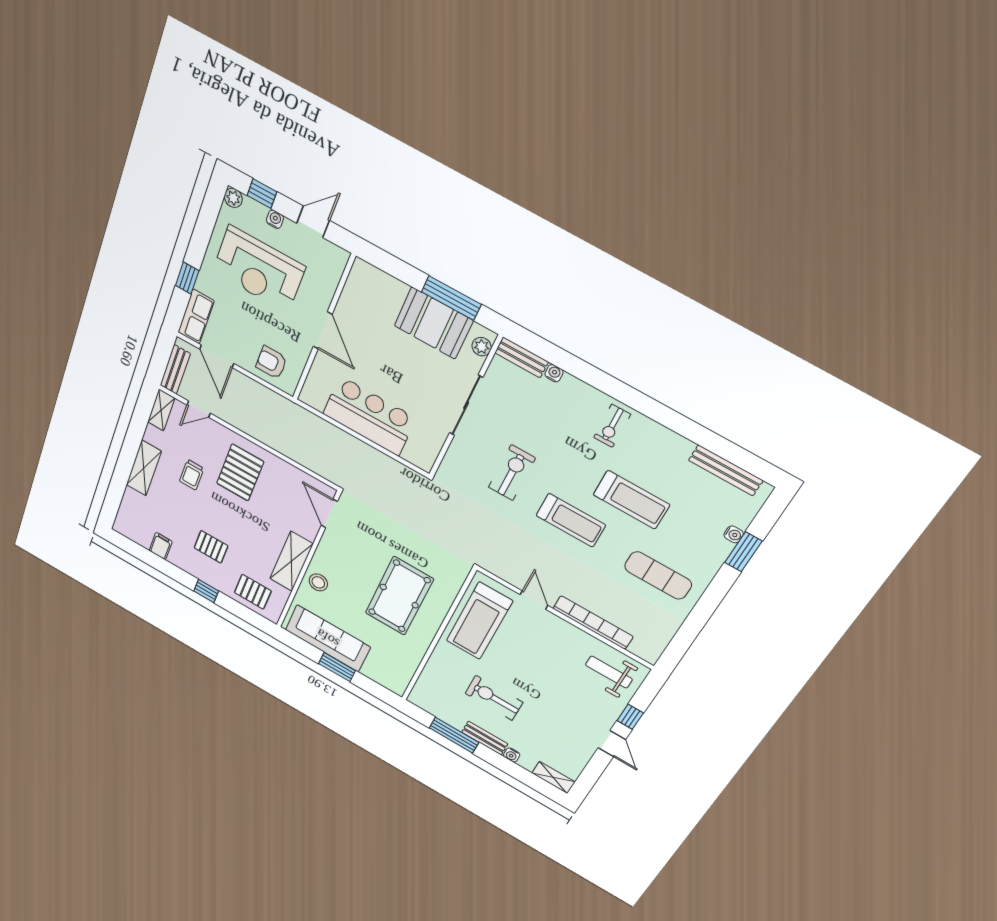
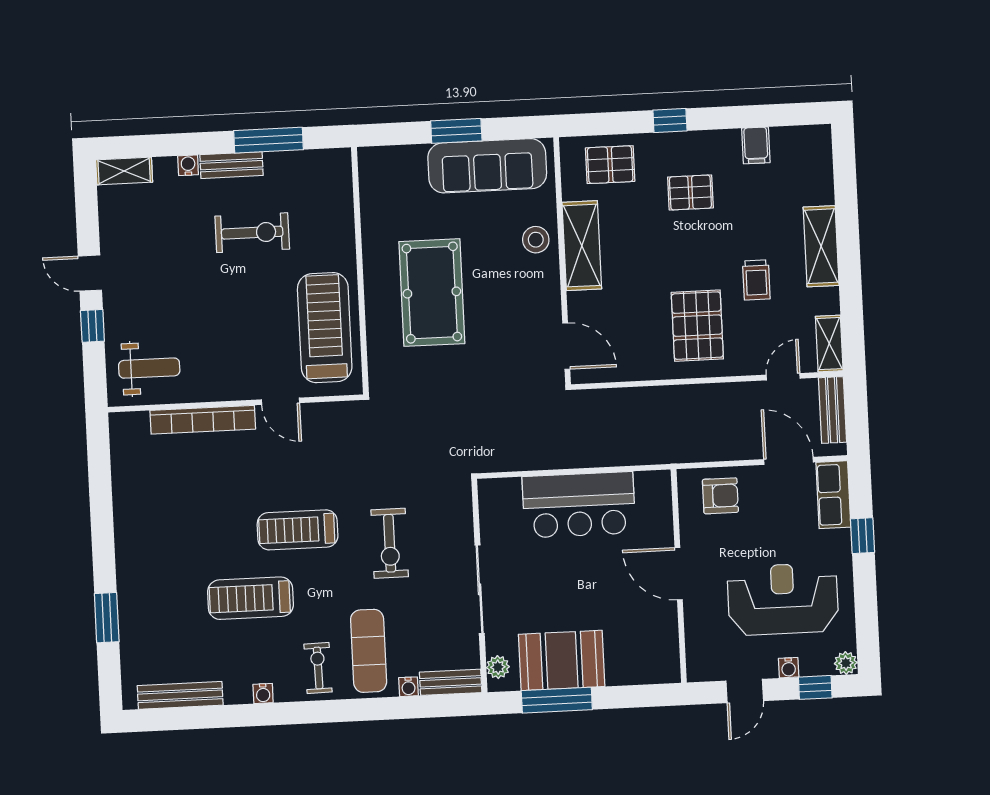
trolley: (192, 475) -> (756, 280), turned 180
water cooler: (734, 534) -> (263, 693), moved, turned -90
exercise mat: (658, 575) -> (369, 651), moved, turned 90

